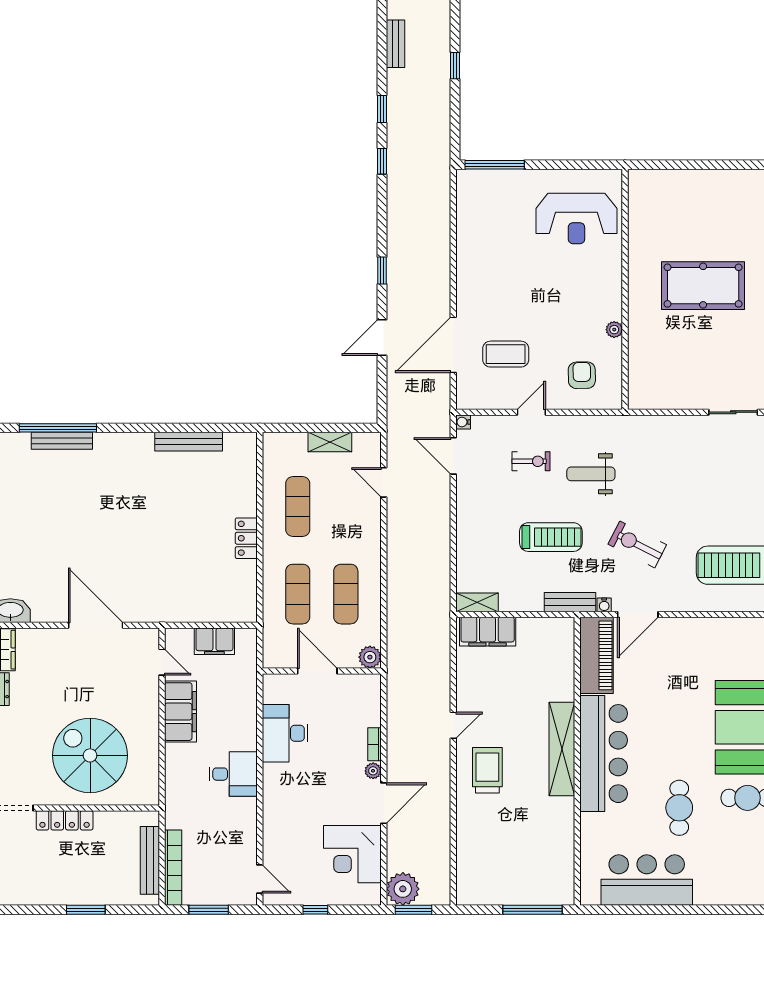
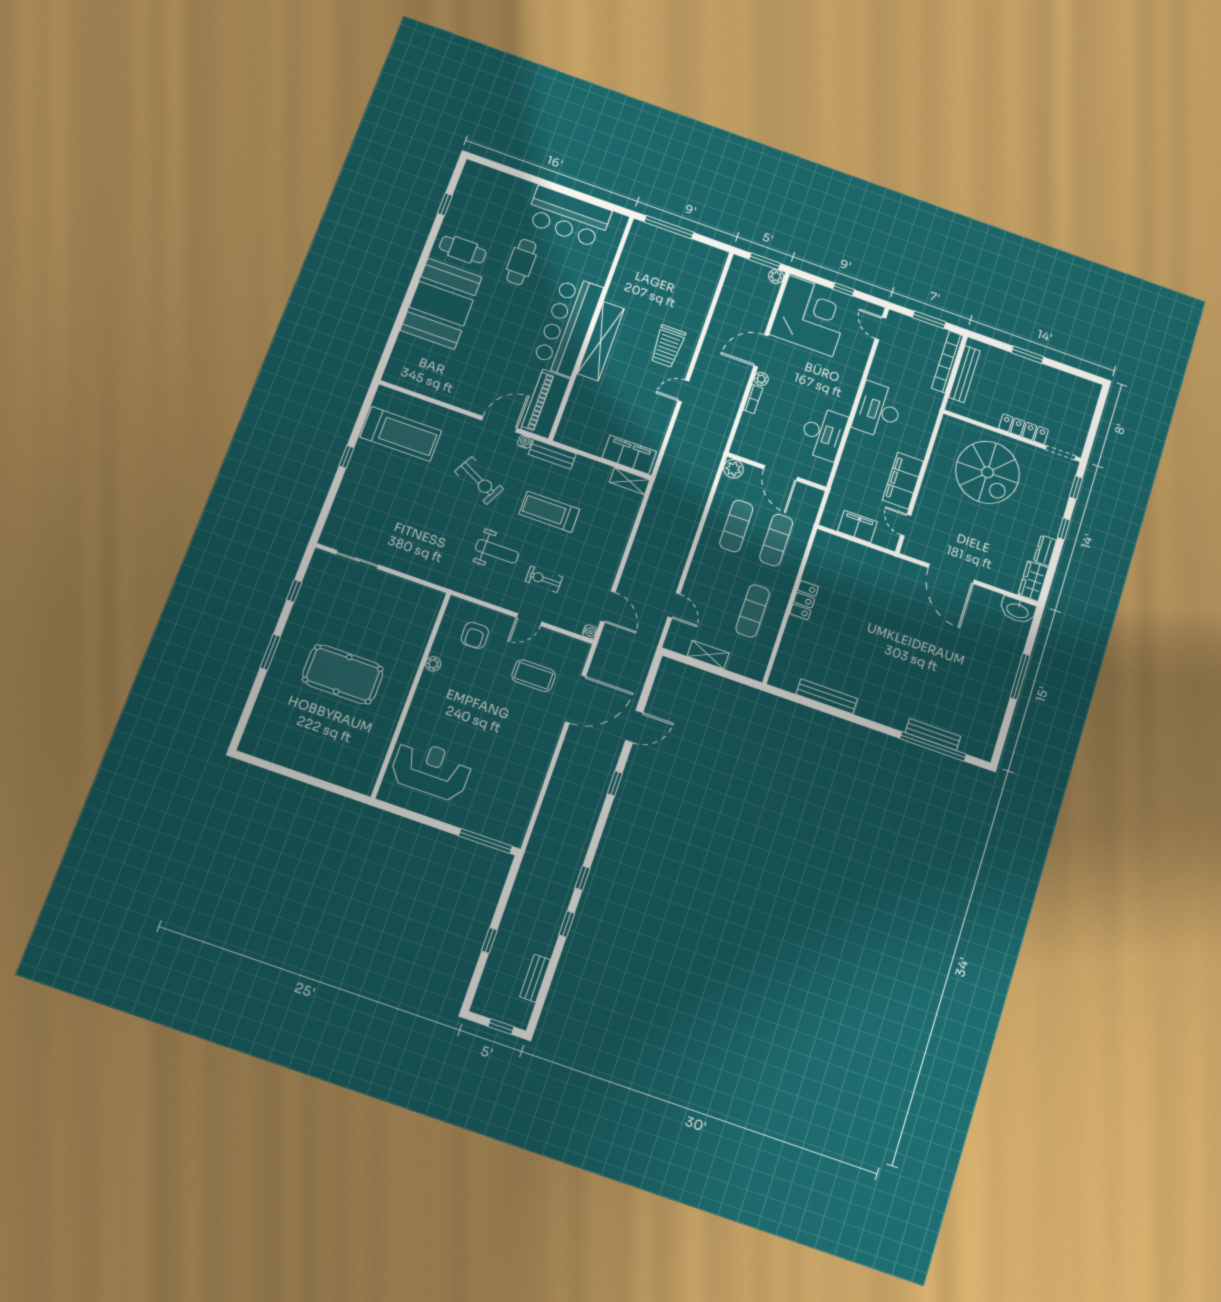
desk: (233, 774) -> (878, 410), width x1.37
corner desk: (352, 854) -> (811, 316), width x1.36, depth x1.36
plant: (403, 889) -> (776, 276), width x0.53, depth x0.53

